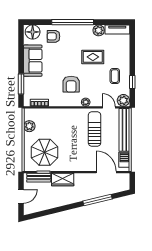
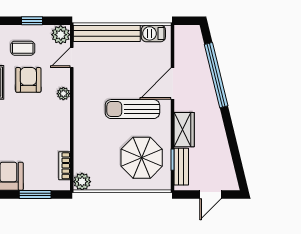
armchair: (71, 84) -> (28, 80), moved, turned -90
plant: (29, 126) -> (82, 182), moved
sun lounger: (95, 129) -> (132, 109), moved
door: (106, 172) -> (173, 83), moved
door: (21, 196) -> (210, 194), swing flipped
window: (98, 200) -> (216, 75), width x1.46

